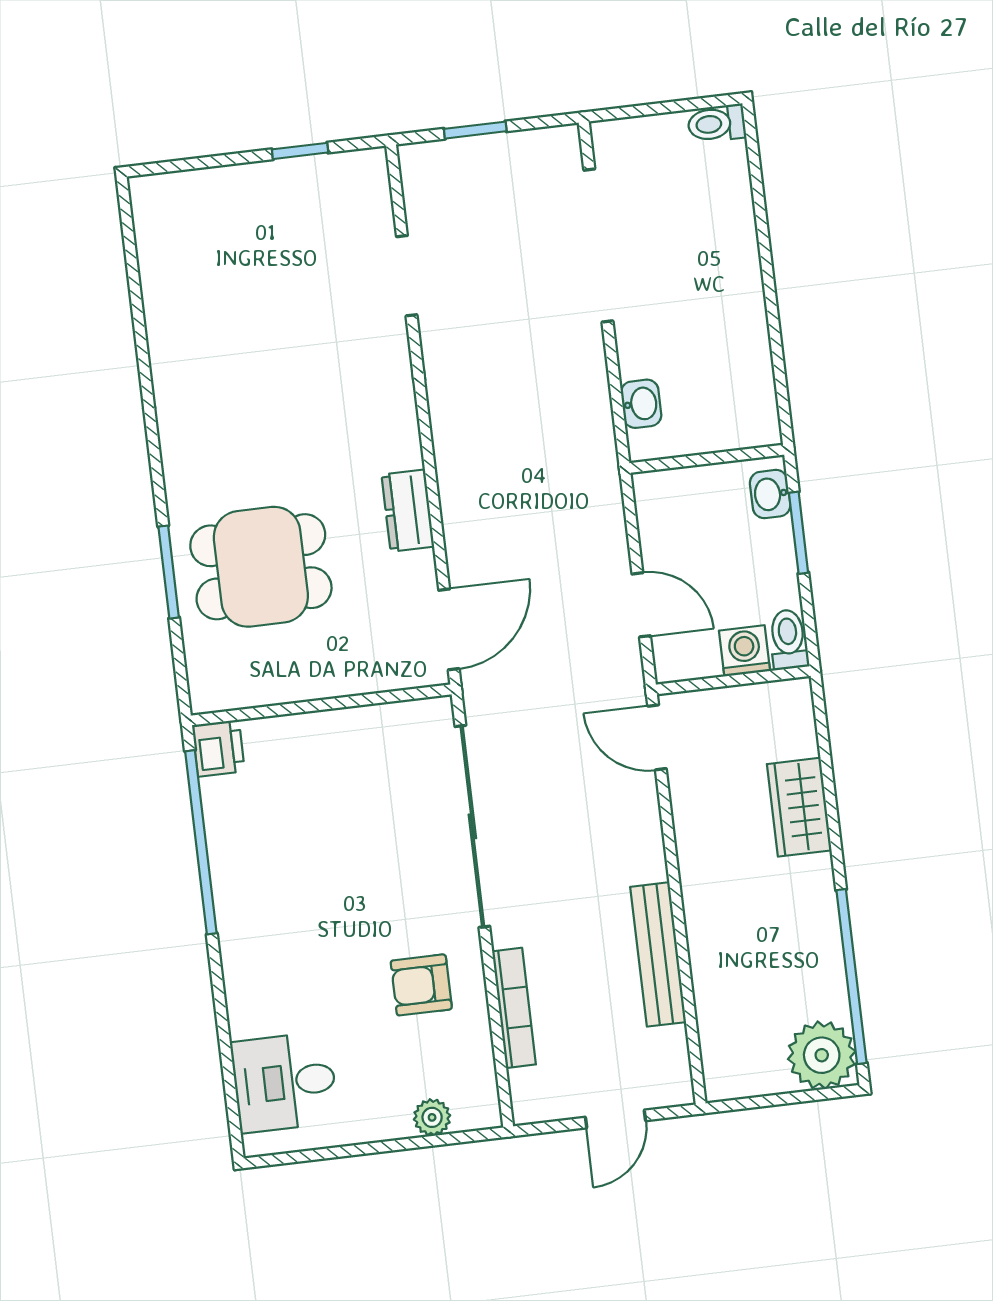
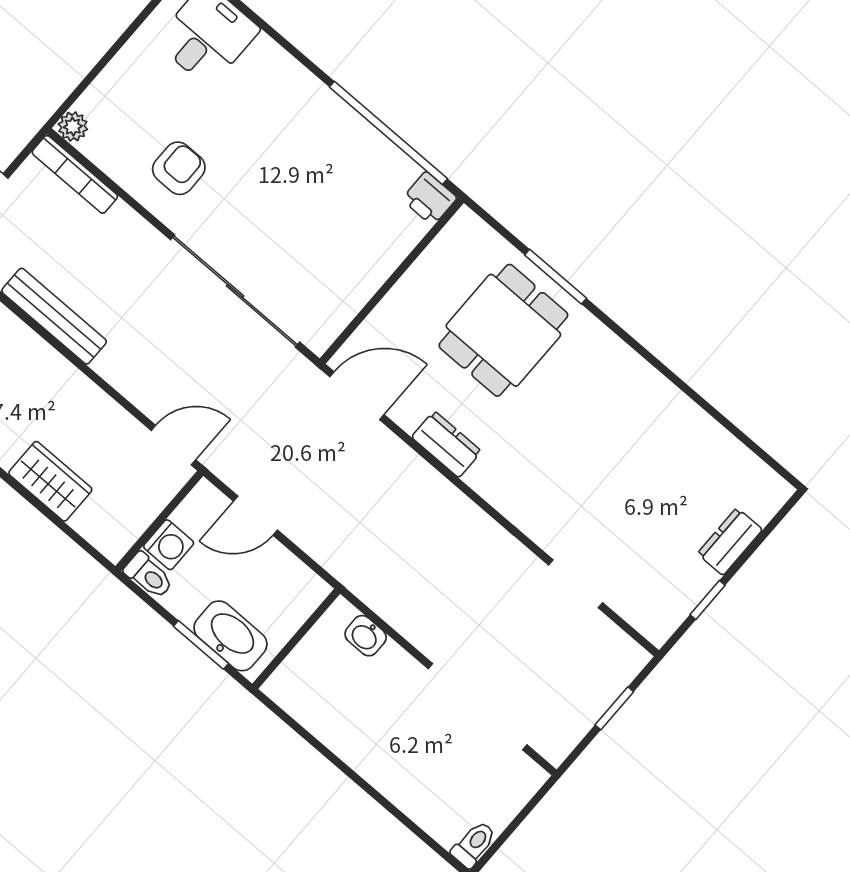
dresser: (231, 186) -> (730, 542), added
washbasin: (770, 494) -> (230, 636), width x1.91, depth x1.45
door: (449, 629) -> (357, 396), swing flipped
bookcase: (514, 1008) -> (75, 174), moved
plant: (432, 1117) -> (73, 127), moved

